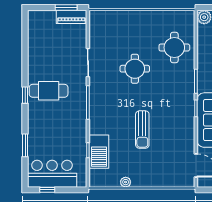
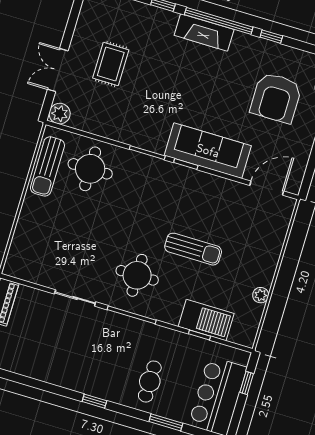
sun lounger: (168, 19) -> (47, 166), added
round table: (135, 69) -> (137, 275), moved
cafe table: (49, 91) -> (150, 382), moved, width x0.73, depth x0.74
window: (47, 190) -> (247, 383), moved

